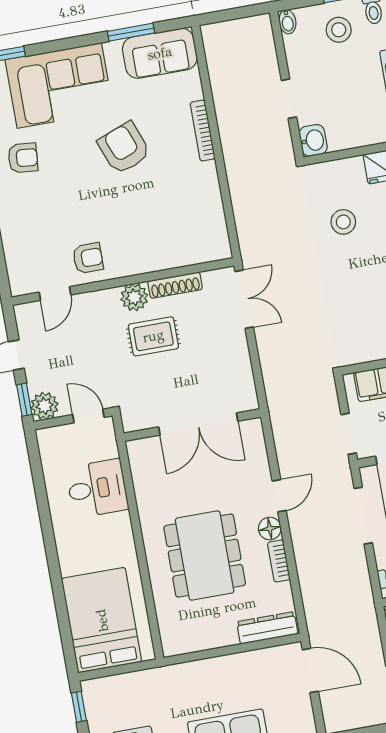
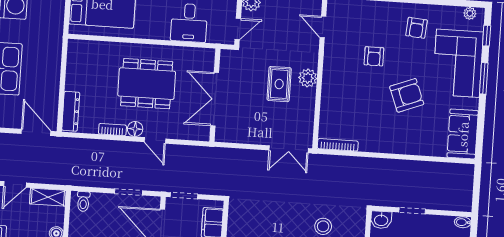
window: (131, 32) -> (484, 78), moved
bookcase: (203, 131) -> (338, 145), moved
armchair: (88, 258) -> (374, 56), moved
shoe rack: (175, 285) -> (309, 106), removed
doorway: (363, 516) -> (128, 192), width x0.73
dining table: (205, 556) -> (147, 84), moved
door: (310, 670) -> (36, 132), swing flipped

